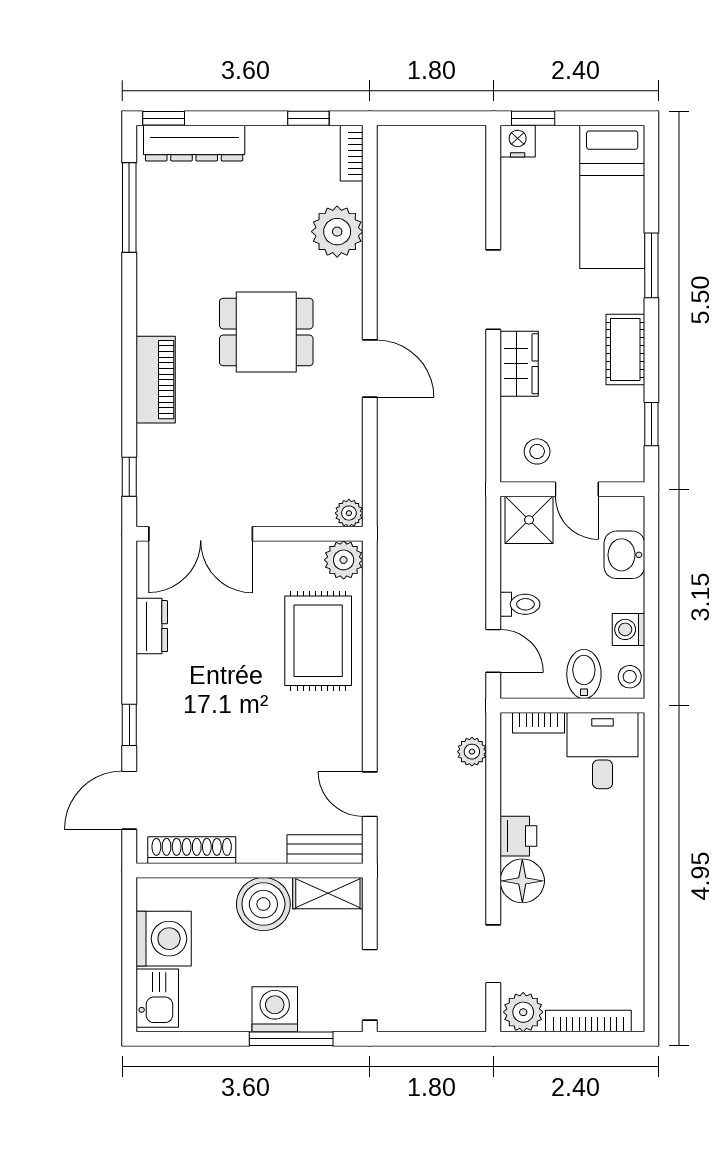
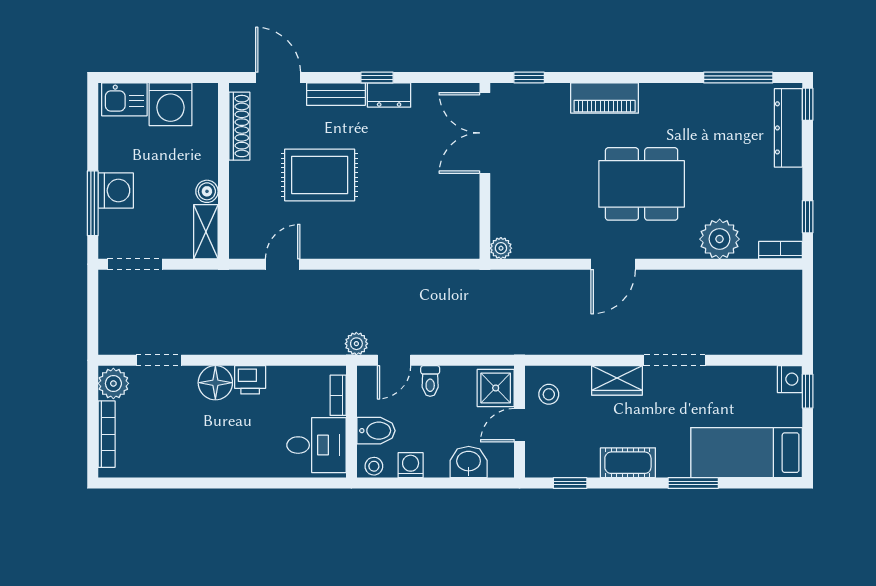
dining table: (266, 332) -> (642, 184), width x1.38
plant: (344, 560) -> (465, 244), removed
dresser: (152, 626) -> (389, 95), moved
rug: (318, 641) -> (320, 175), moved
window: (129, 725) -> (377, 78), moved
plant: (472, 752) -> (356, 344), moved
bench: (325, 849) -> (336, 94), moved, turned 90
boiler: (263, 904) -> (207, 191), width x0.54, depth x0.54

